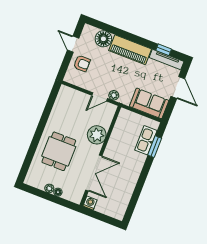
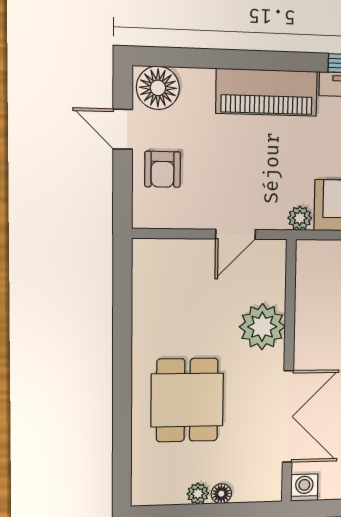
floor lamp: (103, 39) -> (158, 88), moved
armchair: (82, 63) -> (163, 169), turned 90
plant: (114, 95) -> (300, 218), moved

